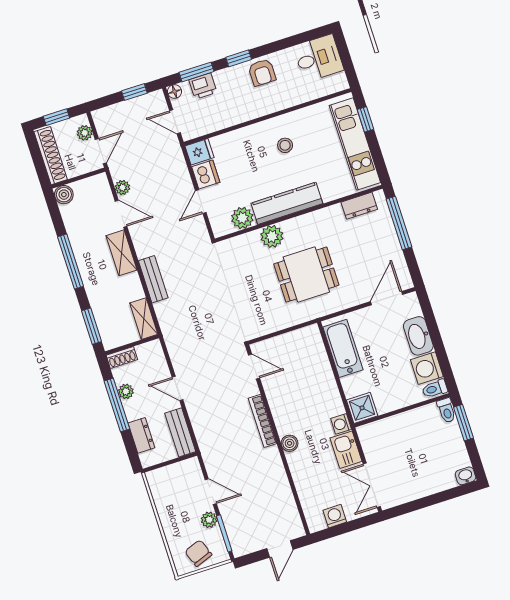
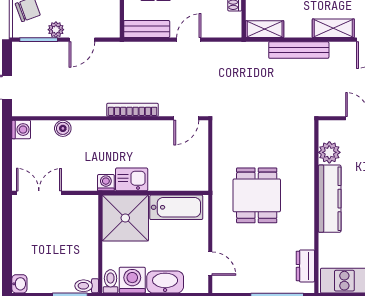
plant: (272, 236) -> (303, 175), removed
bench: (153, 279) -> (299, 50), width x1.36
door: (387, 298) -> (210, 264), width x0.73
shower: (362, 408) -> (125, 218), width x1.86, depth x1.86
boiler: (290, 443) -> (63, 128), moved
kitchen sink: (346, 450) -> (132, 179), moved
washing machine: (335, 516) -> (21, 130), moved

